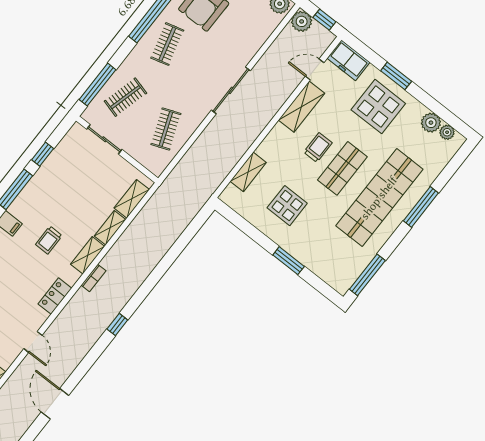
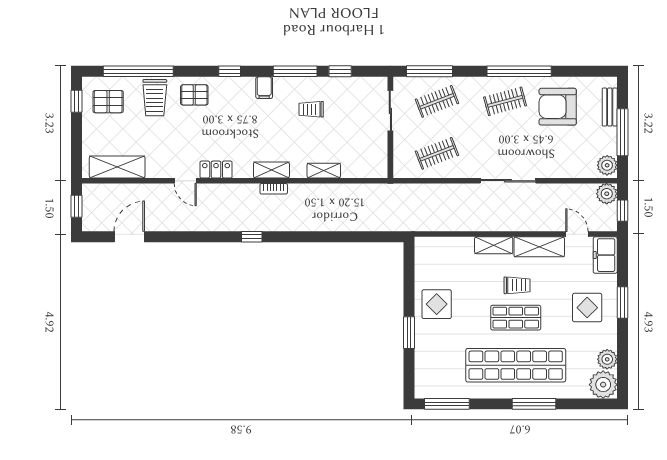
clothes rail: (125, 97) -> (437, 101), turned -36
display table: (378, 107) -> (587, 308), width x0.73, depth x0.73
plant: (447, 132) -> (603, 385), width x1.88, depth x1.88
shelving: (248, 172) -> (494, 245), moved
shelving: (132, 199) -> (360, 170), removed
display table: (287, 206) -> (437, 304), moved
trolley: (49, 240) -> (311, 109), moved
shelving: (88, 255) -> (271, 170), moved
locker: (55, 296) -> (216, 170), moved
door: (33, 342) -> (185, 181), hinge flipped
door: (55, 404) -> (129, 237), moved

